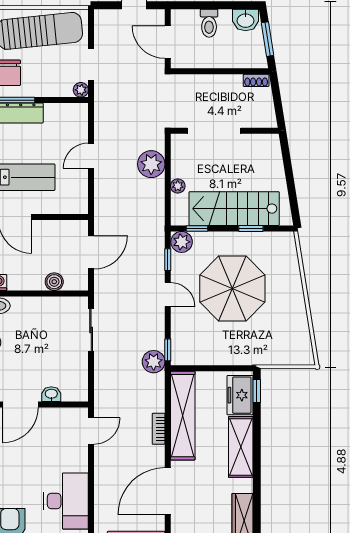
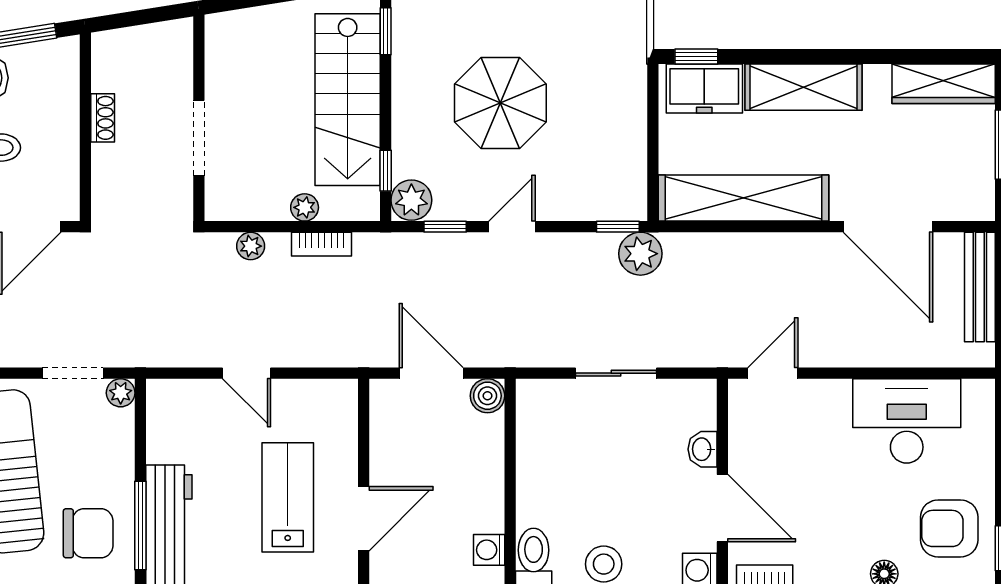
shoe rack: (256, 80) -> (103, 118), moved
doorway: (214, 131) -> (199, 138), width x0.73
plant: (151, 164) -> (251, 246), width x0.53, depth x0.53
window: (251, 228) -> (386, 31), moved
boiler: (54, 282) -> (487, 396), moved
parasol: (232, 288) -> (500, 103), width x0.73, depth x0.73
sliding door: (91, 330) -> (616, 373), moved
bookcase: (159, 429) -> (322, 244), moved
door: (91, 431) -> (773, 373), hinge flipped

